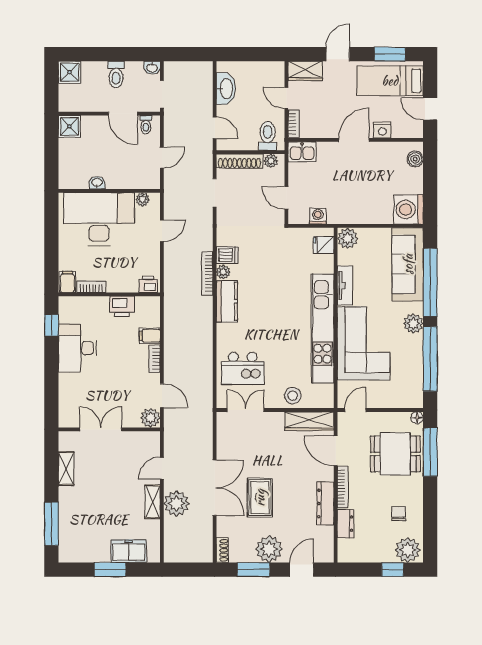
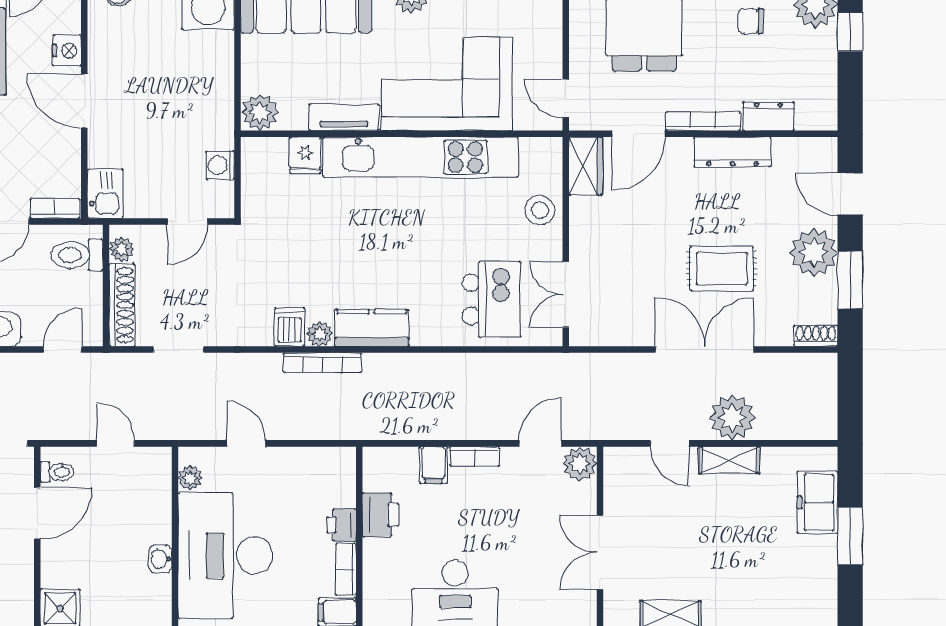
fridge: (323, 245) -> (305, 155), moved
printer: (148, 284) -> (342, 525), moved
wardrobe: (309, 421) -> (586, 166), width x0.67

